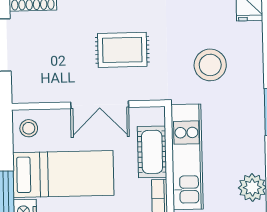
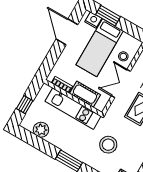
stool: (29, 128) -> (123, 56), moved

